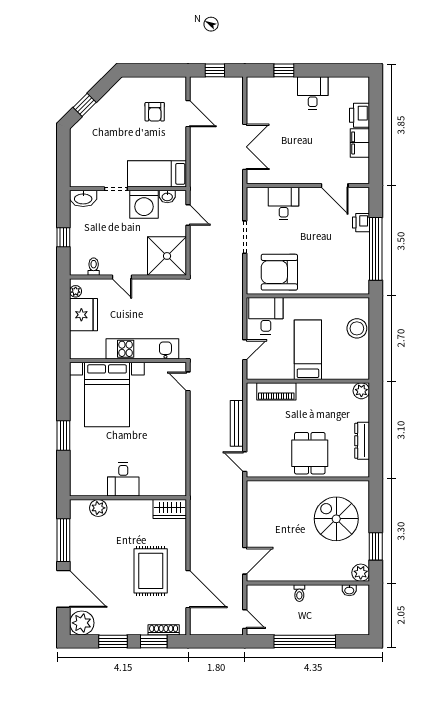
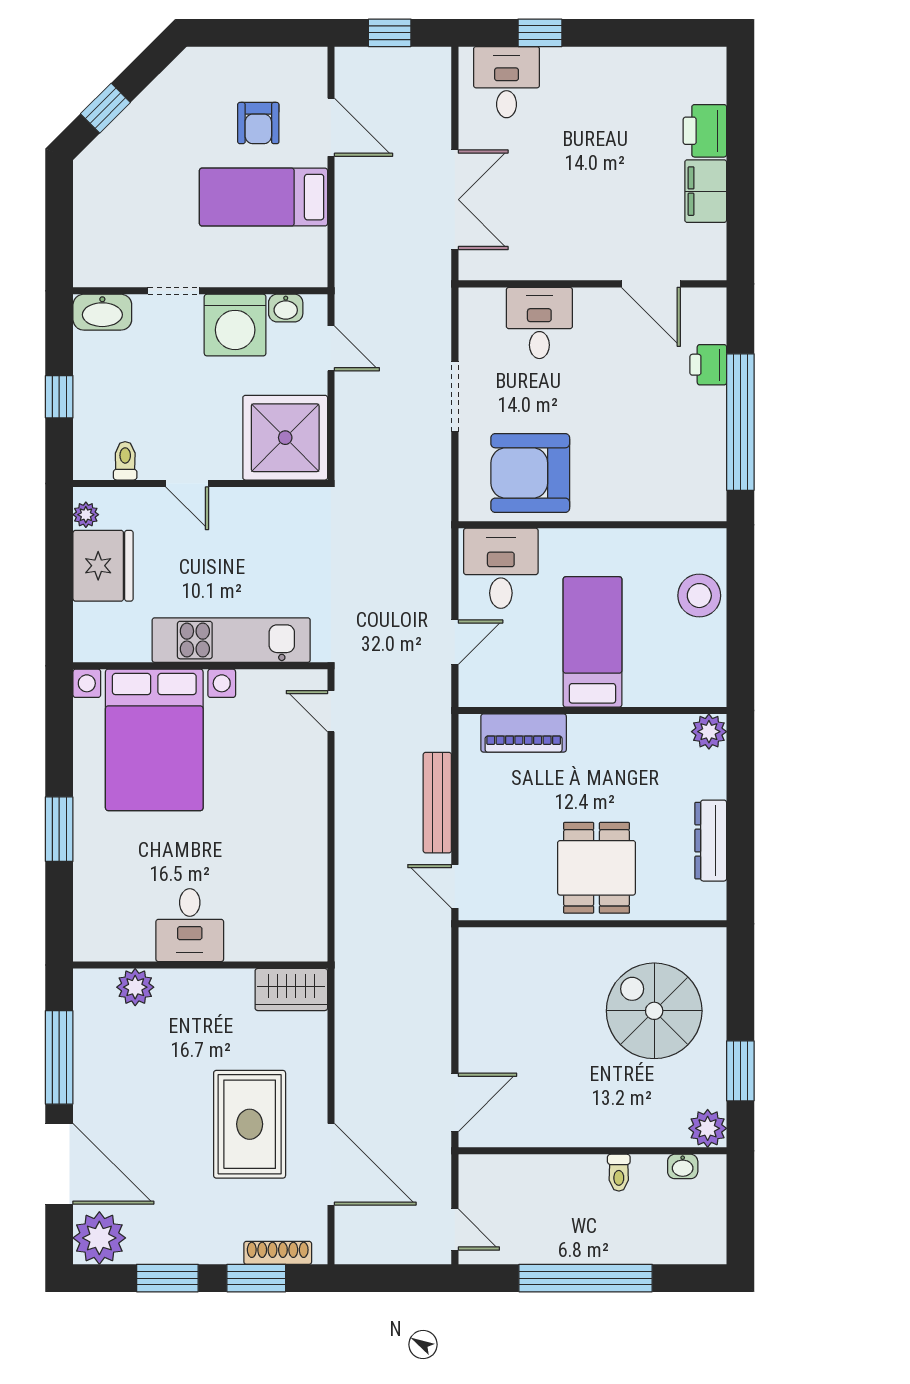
desk: (313, 93) -> (507, 82), moved
bed: (157, 174) -> (263, 197), moved
toilet: (299, 593) -> (619, 1173), moved

